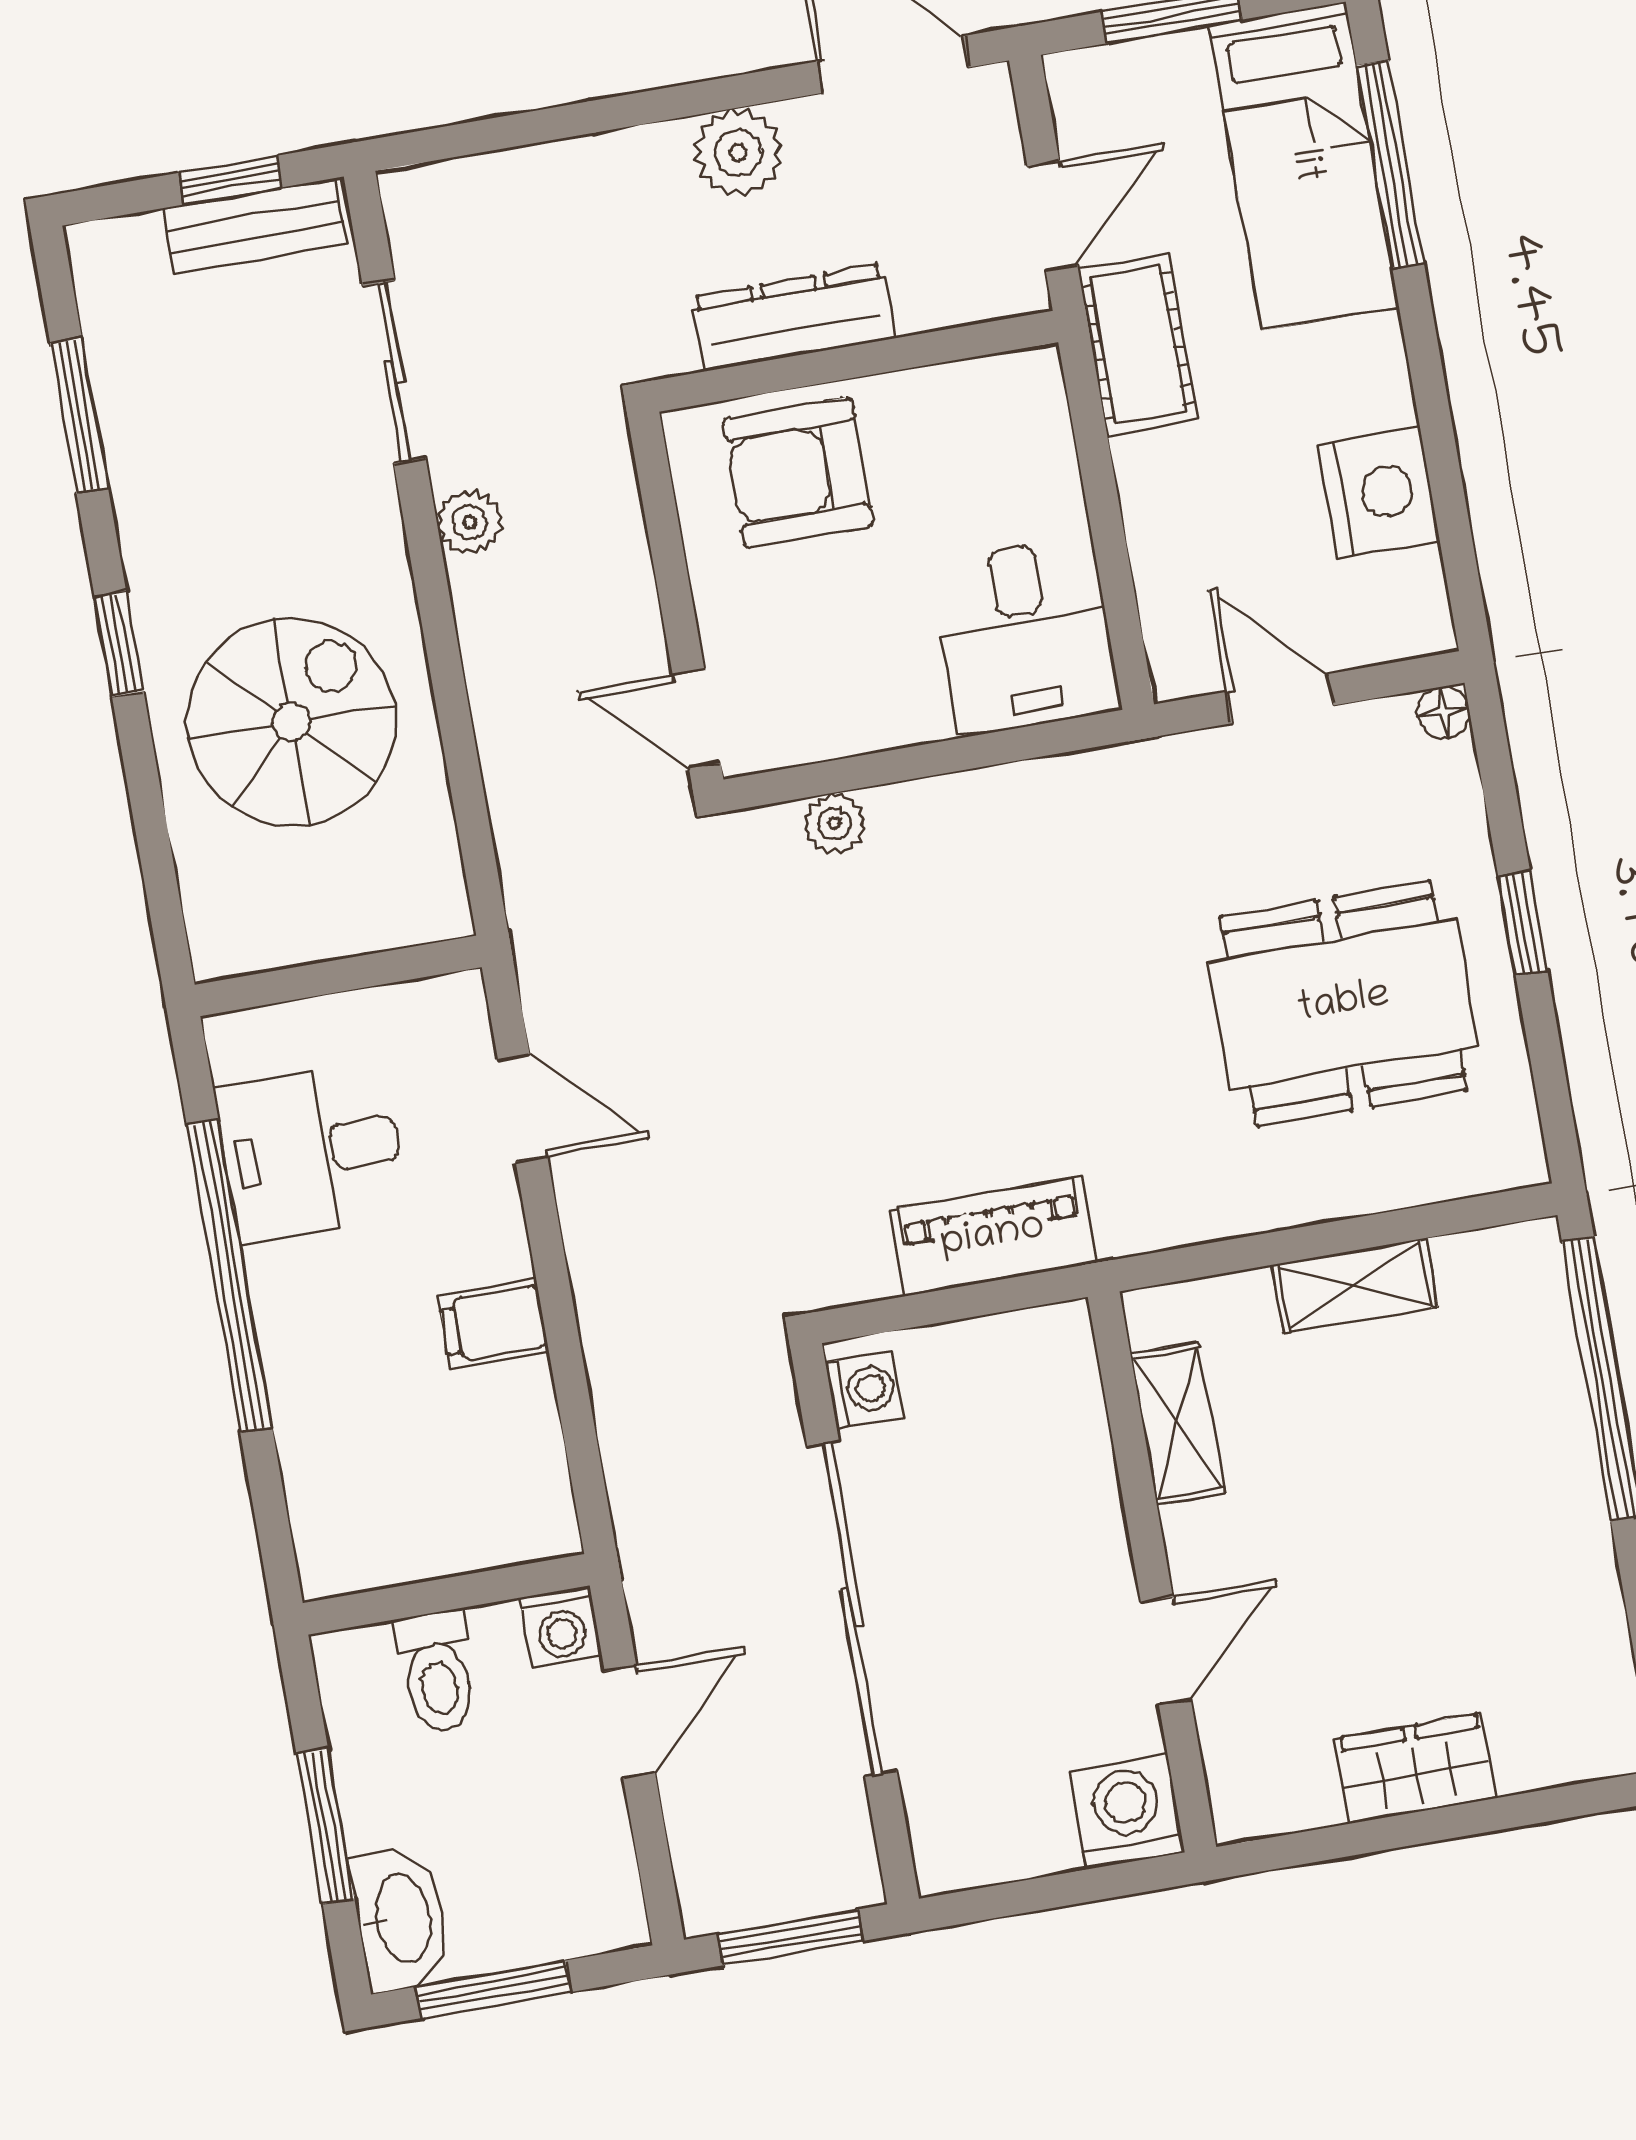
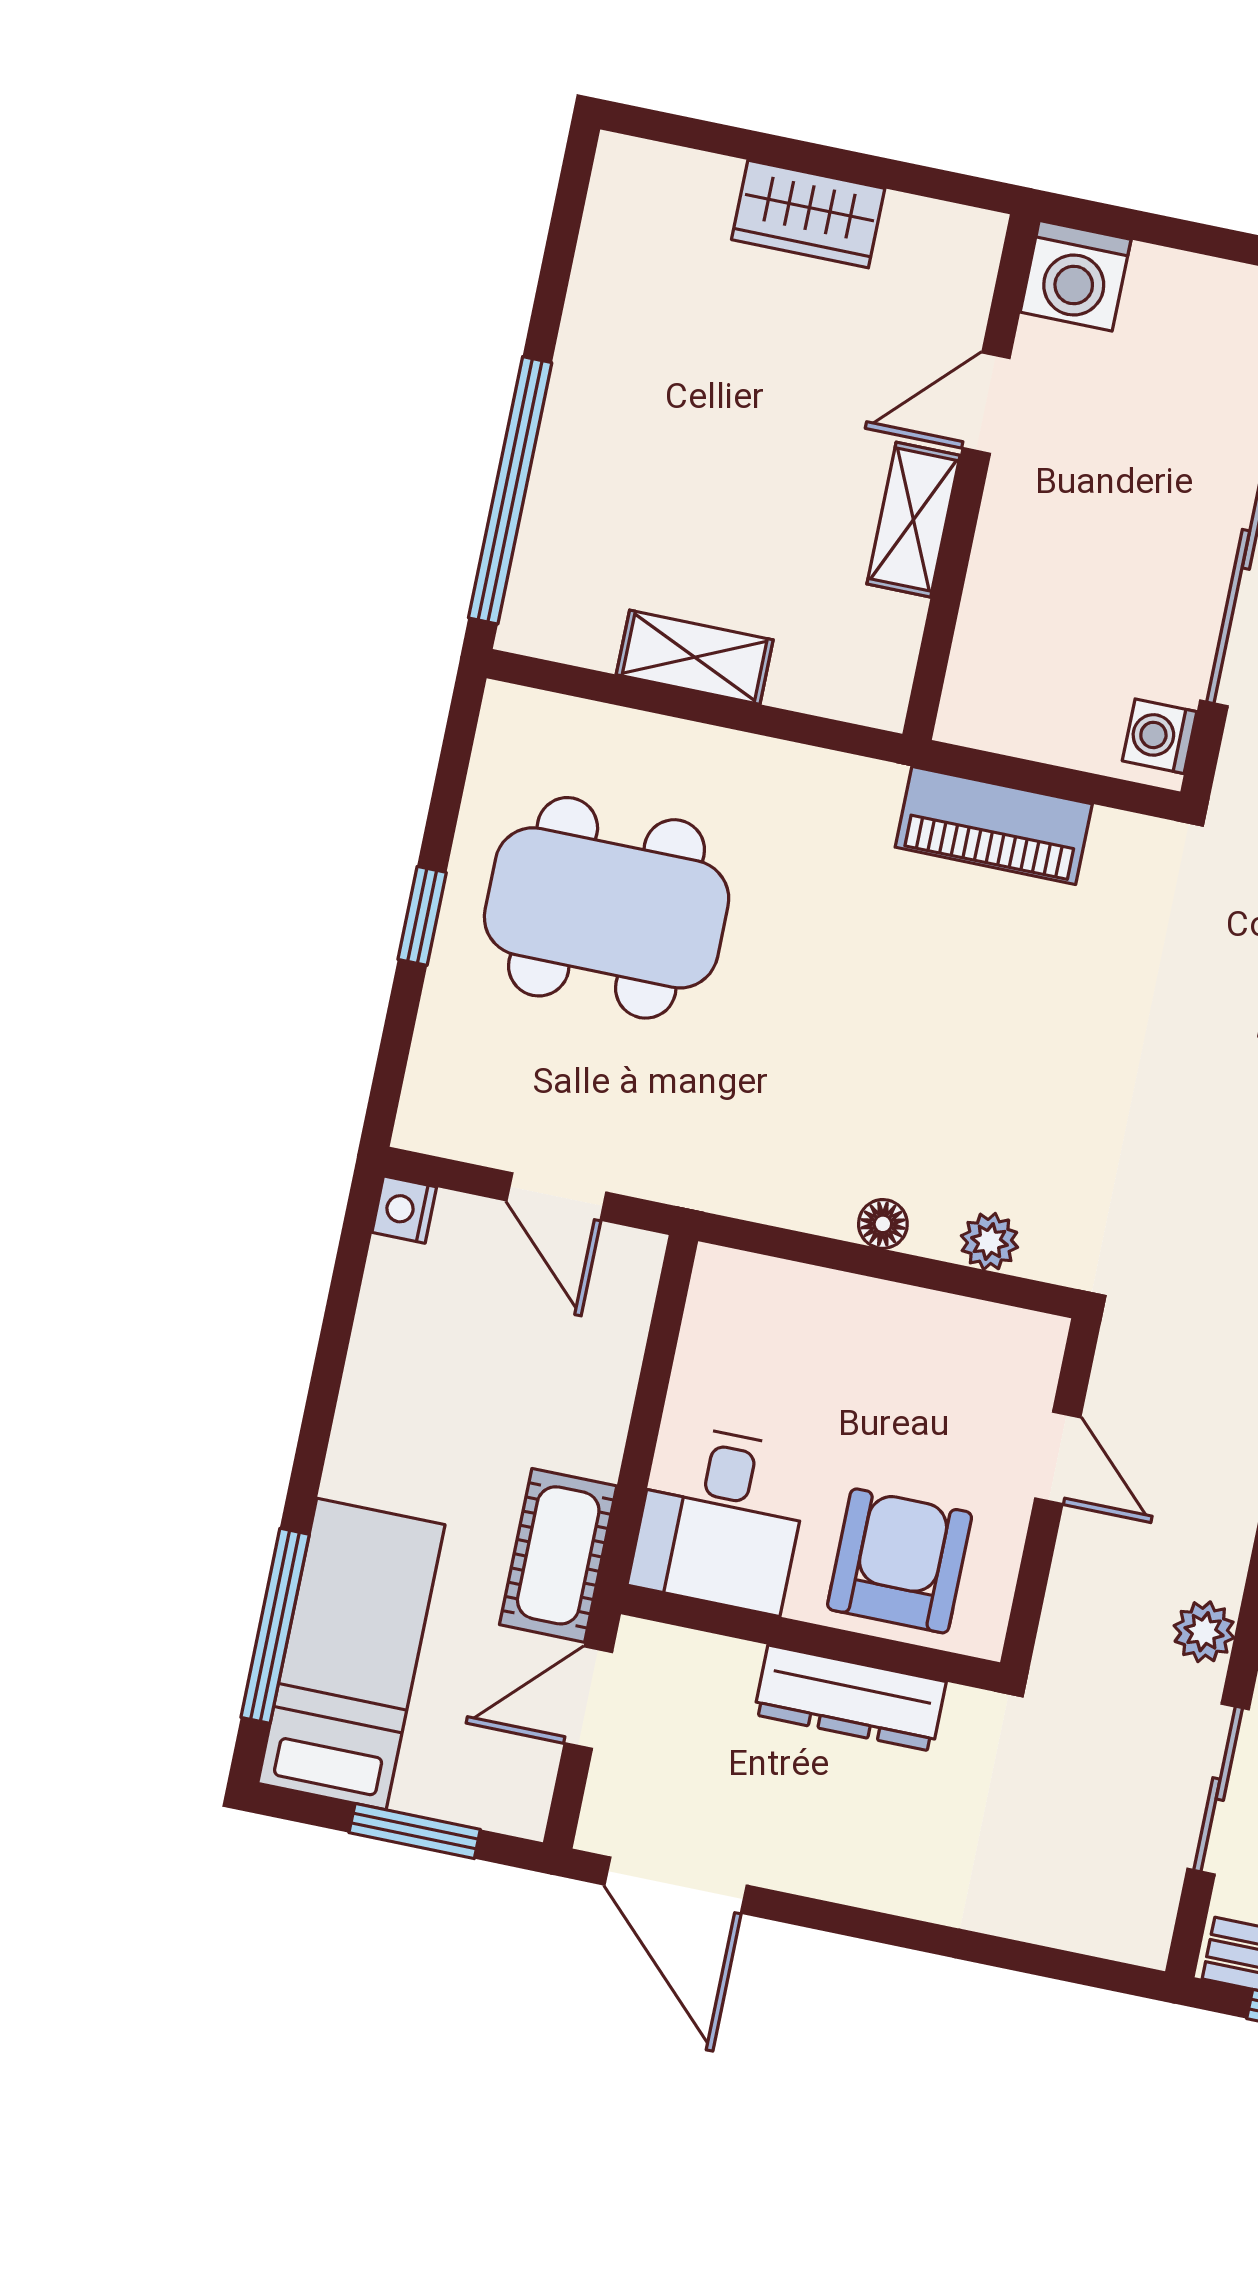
plant: (738, 153) -> (841, 1861), removed
armchair: (798, 473) -> (900, 1561), turned -90
nightstand: (1379, 493) -> (404, 1210), moved, width x0.53, depth x0.56
desk: (1025, 636) -> (720, 1518), moved, turned 180
floor lamp: (1444, 713) -> (883, 1224), moved
door: (697, 719) -> (1058, 1458), moved
shelving: (1178, 1424) -> (913, 520), moved

